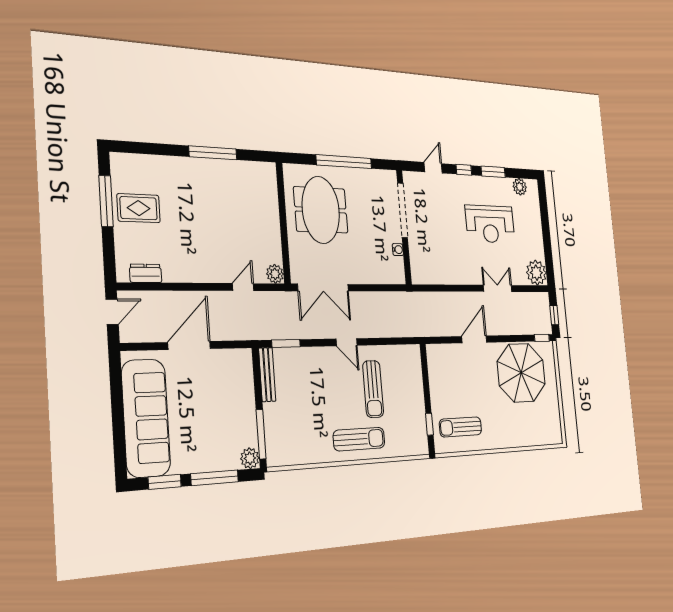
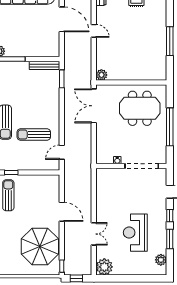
door: (243, 287) -> (94, 31), moved
door: (347, 342) -> (62, 152), moved

